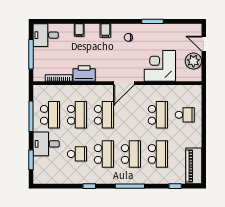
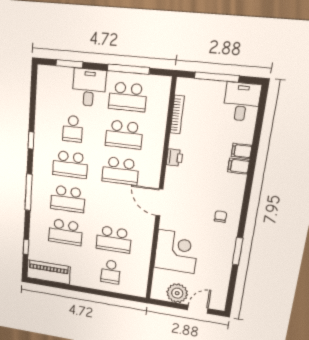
filing cabinet: (105, 30) -> (238, 166), moved
printer: (84, 73) -> (175, 158), width x0.53, depth x0.68

